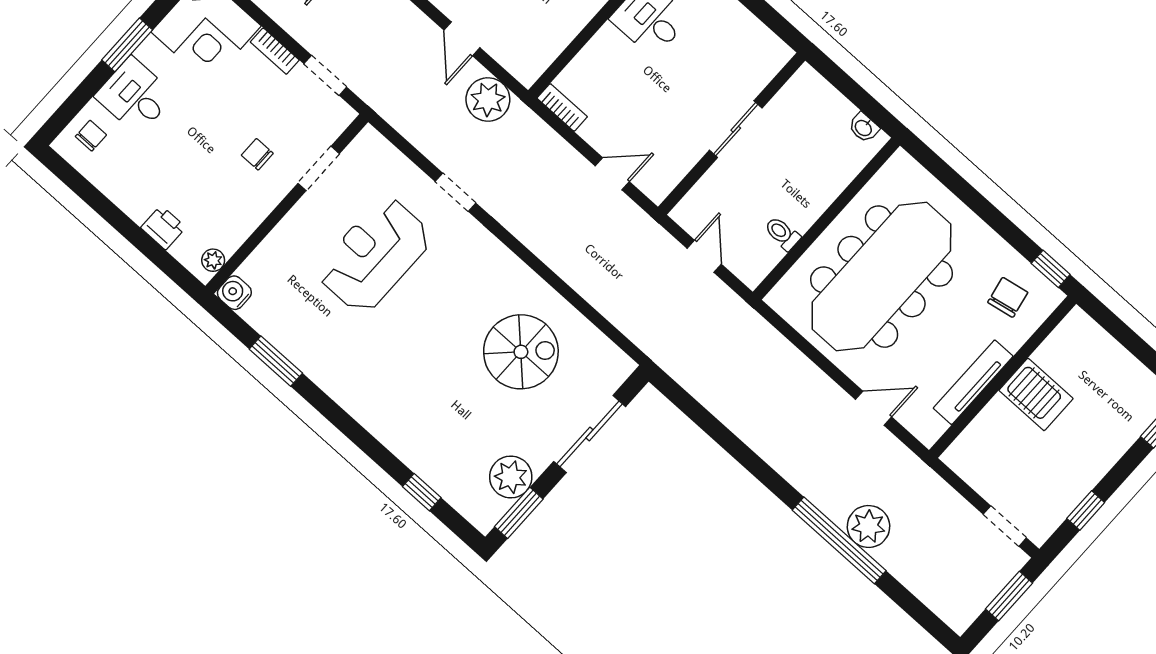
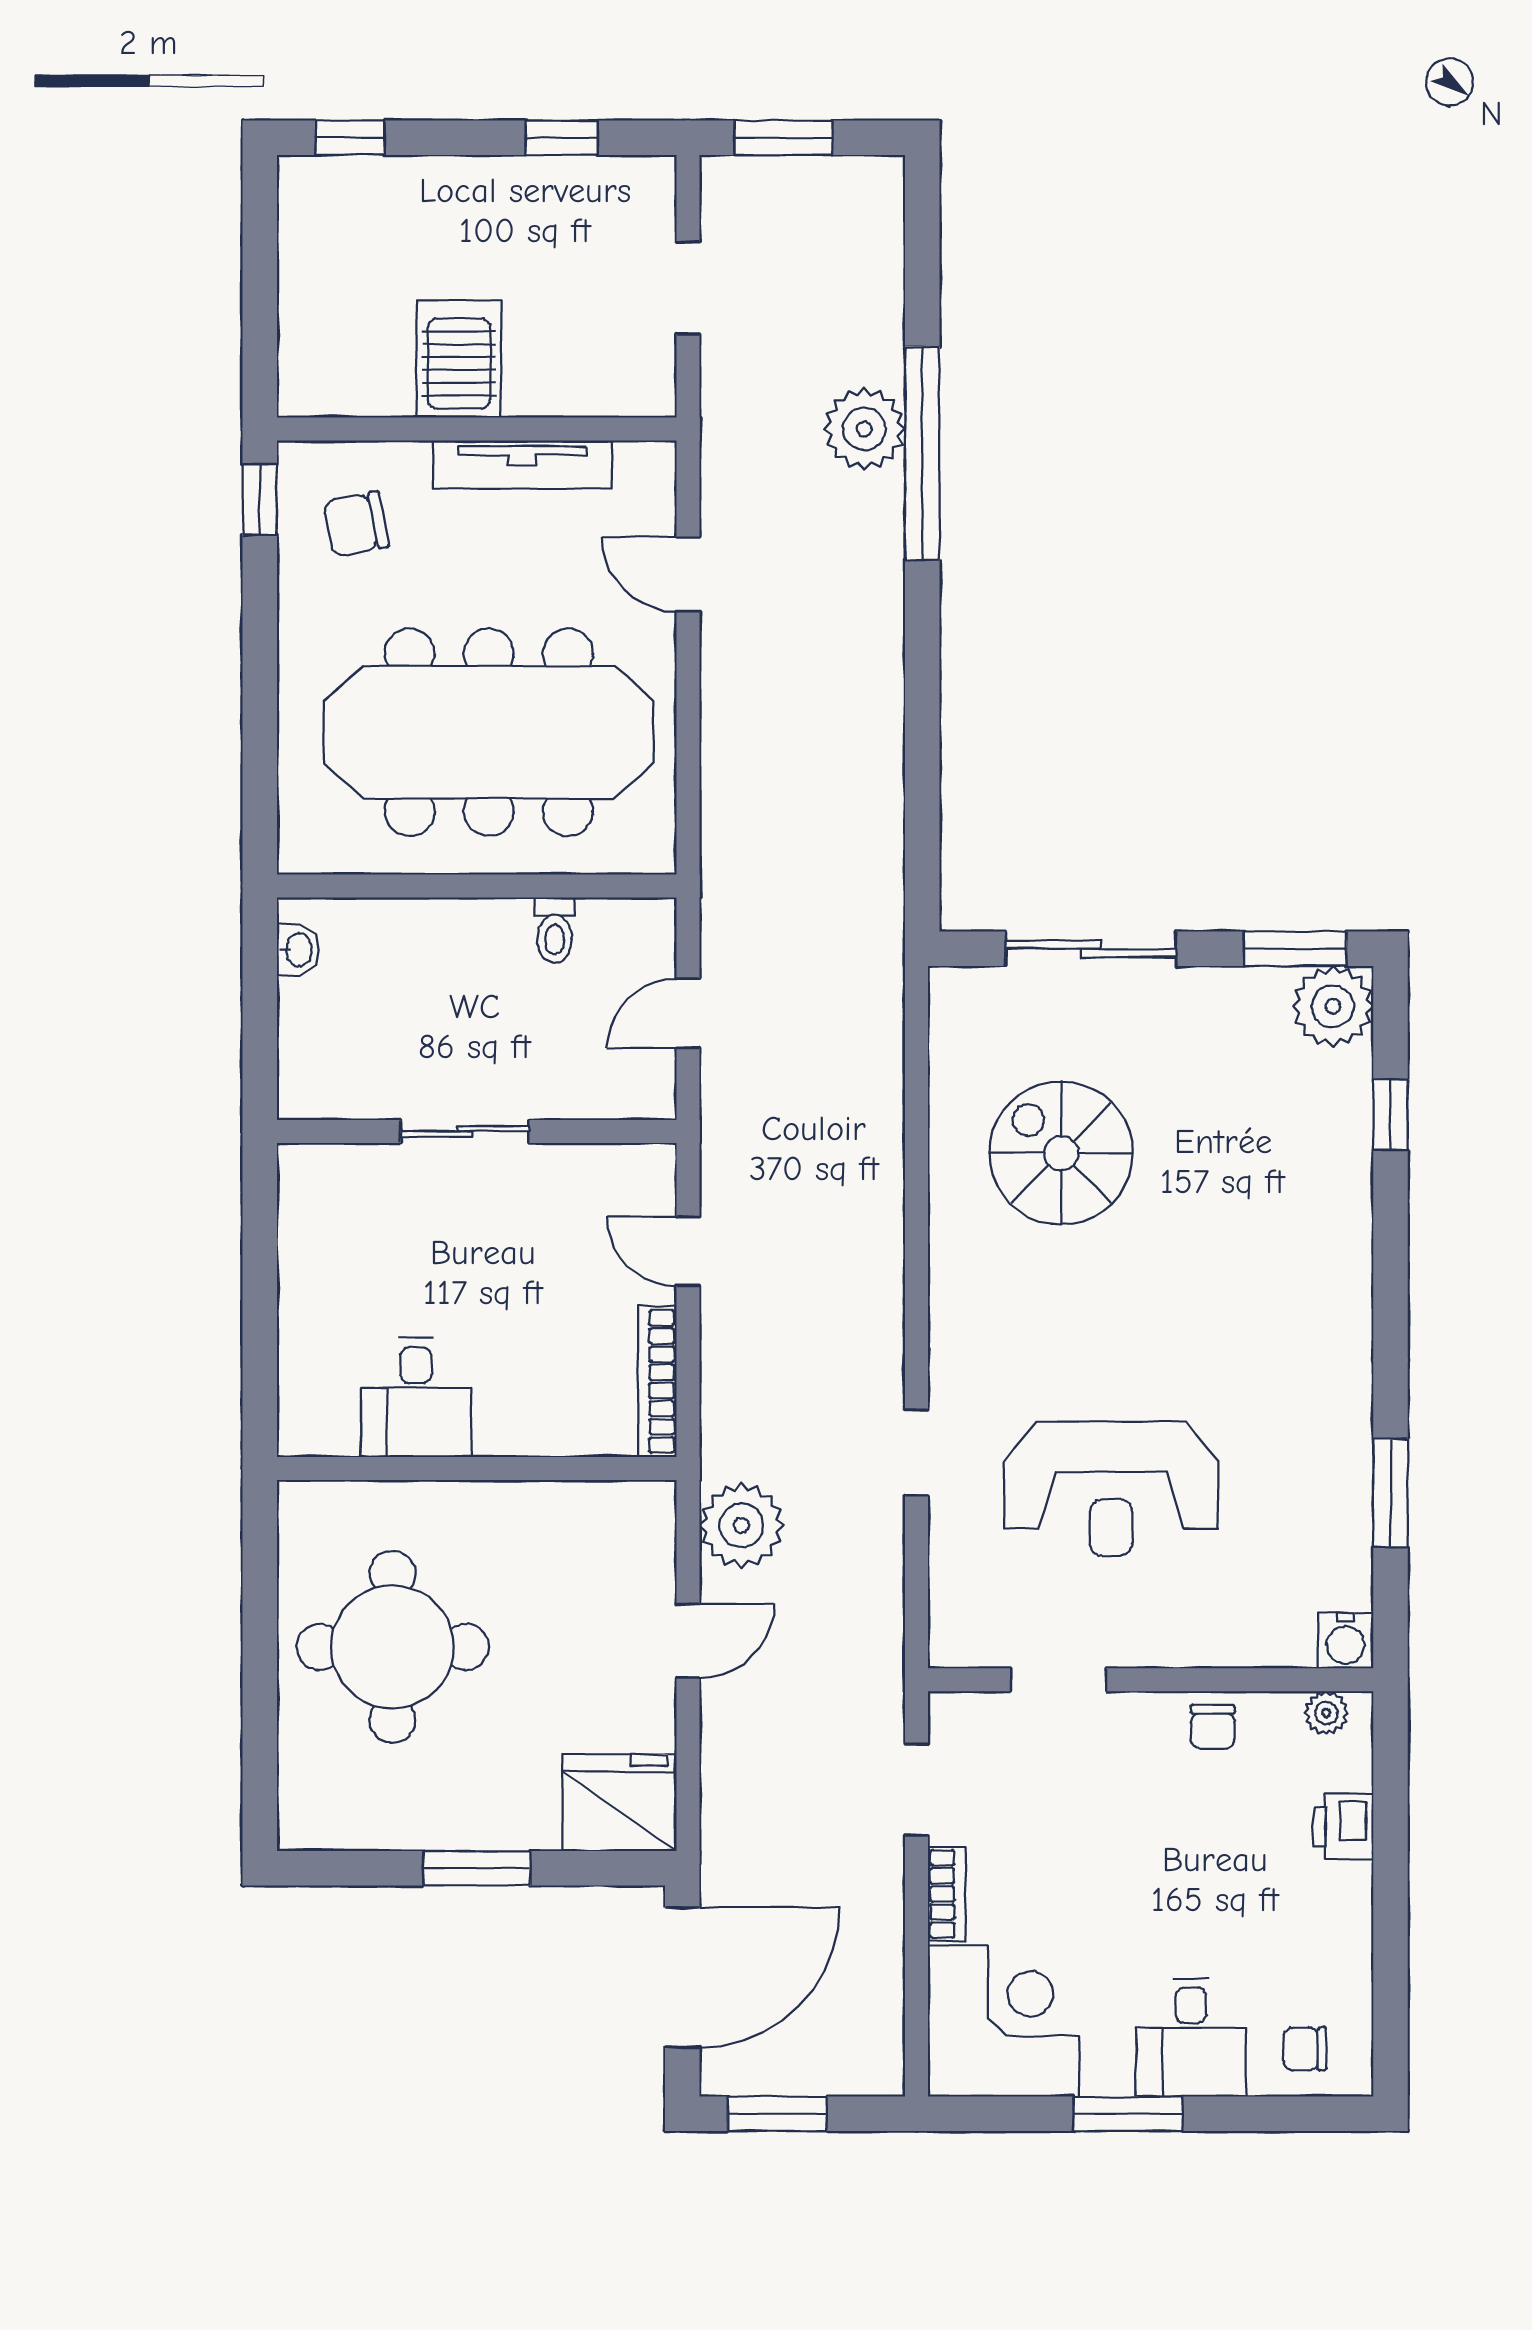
bookcase: (562, 107) -> (657, 1381), width x1.56
chair: (257, 154) -> (1213, 1727), moved
plant: (511, 477) -> (1333, 1006), moved
doorway: (1005, 526) -> (688, 288), moved

